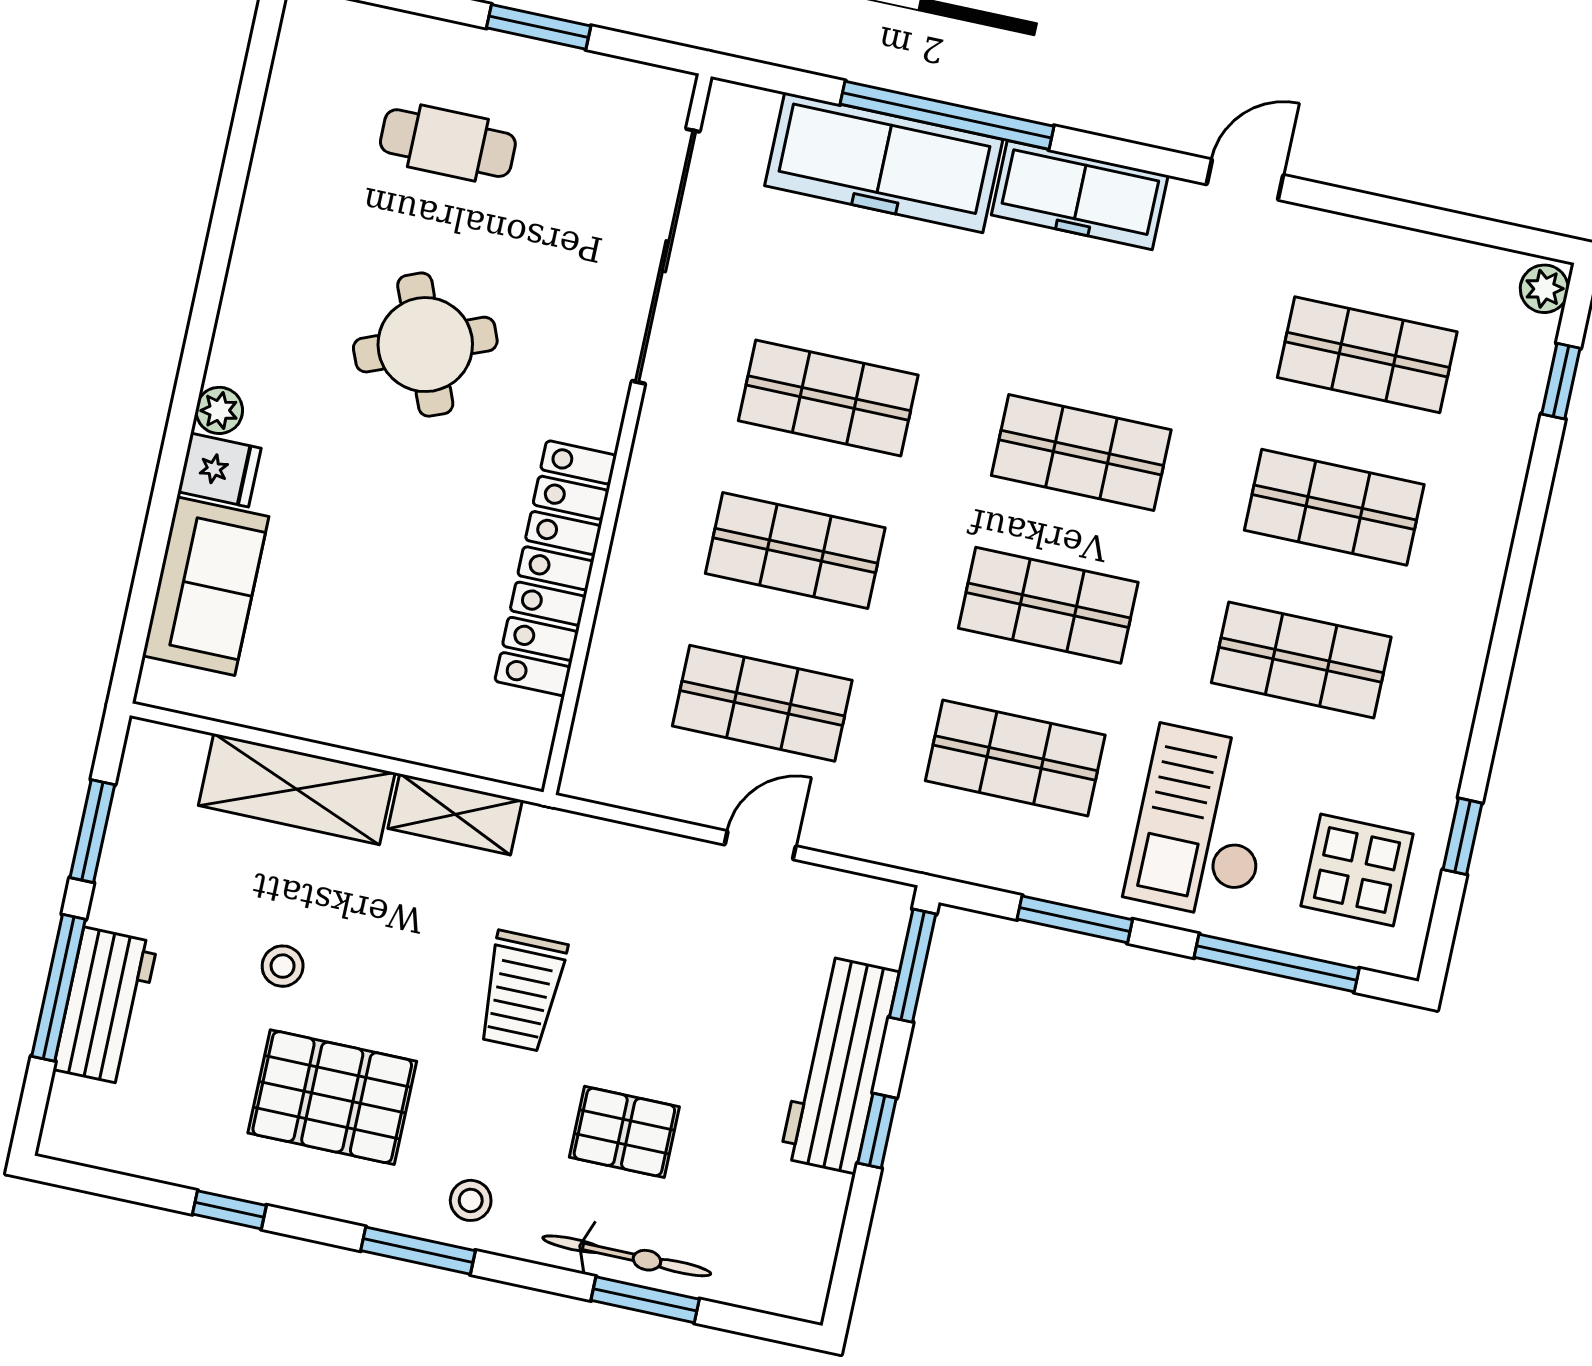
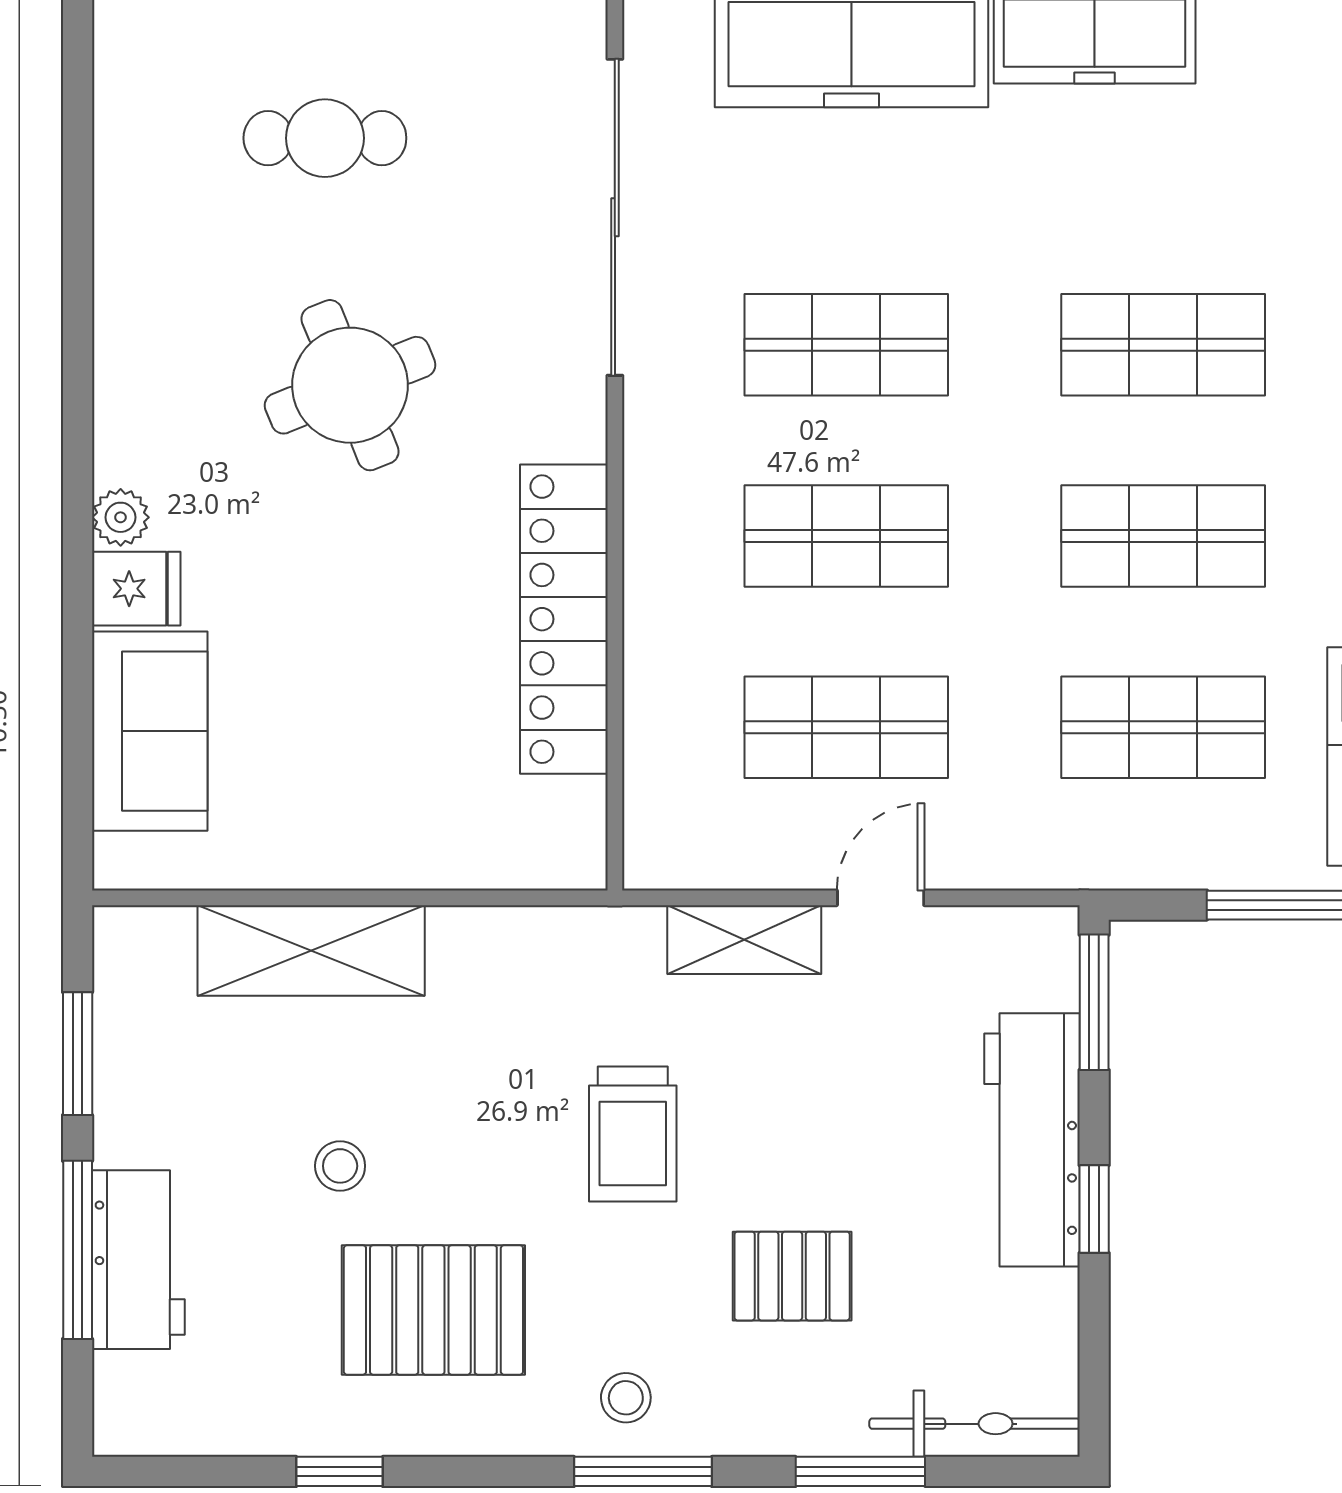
shelving: (455, 814) -> (744, 940), moved
window: (418, 1251) -> (643, 1471), moved
bicycle: (627, 1256) -> (975, 1424), moved

